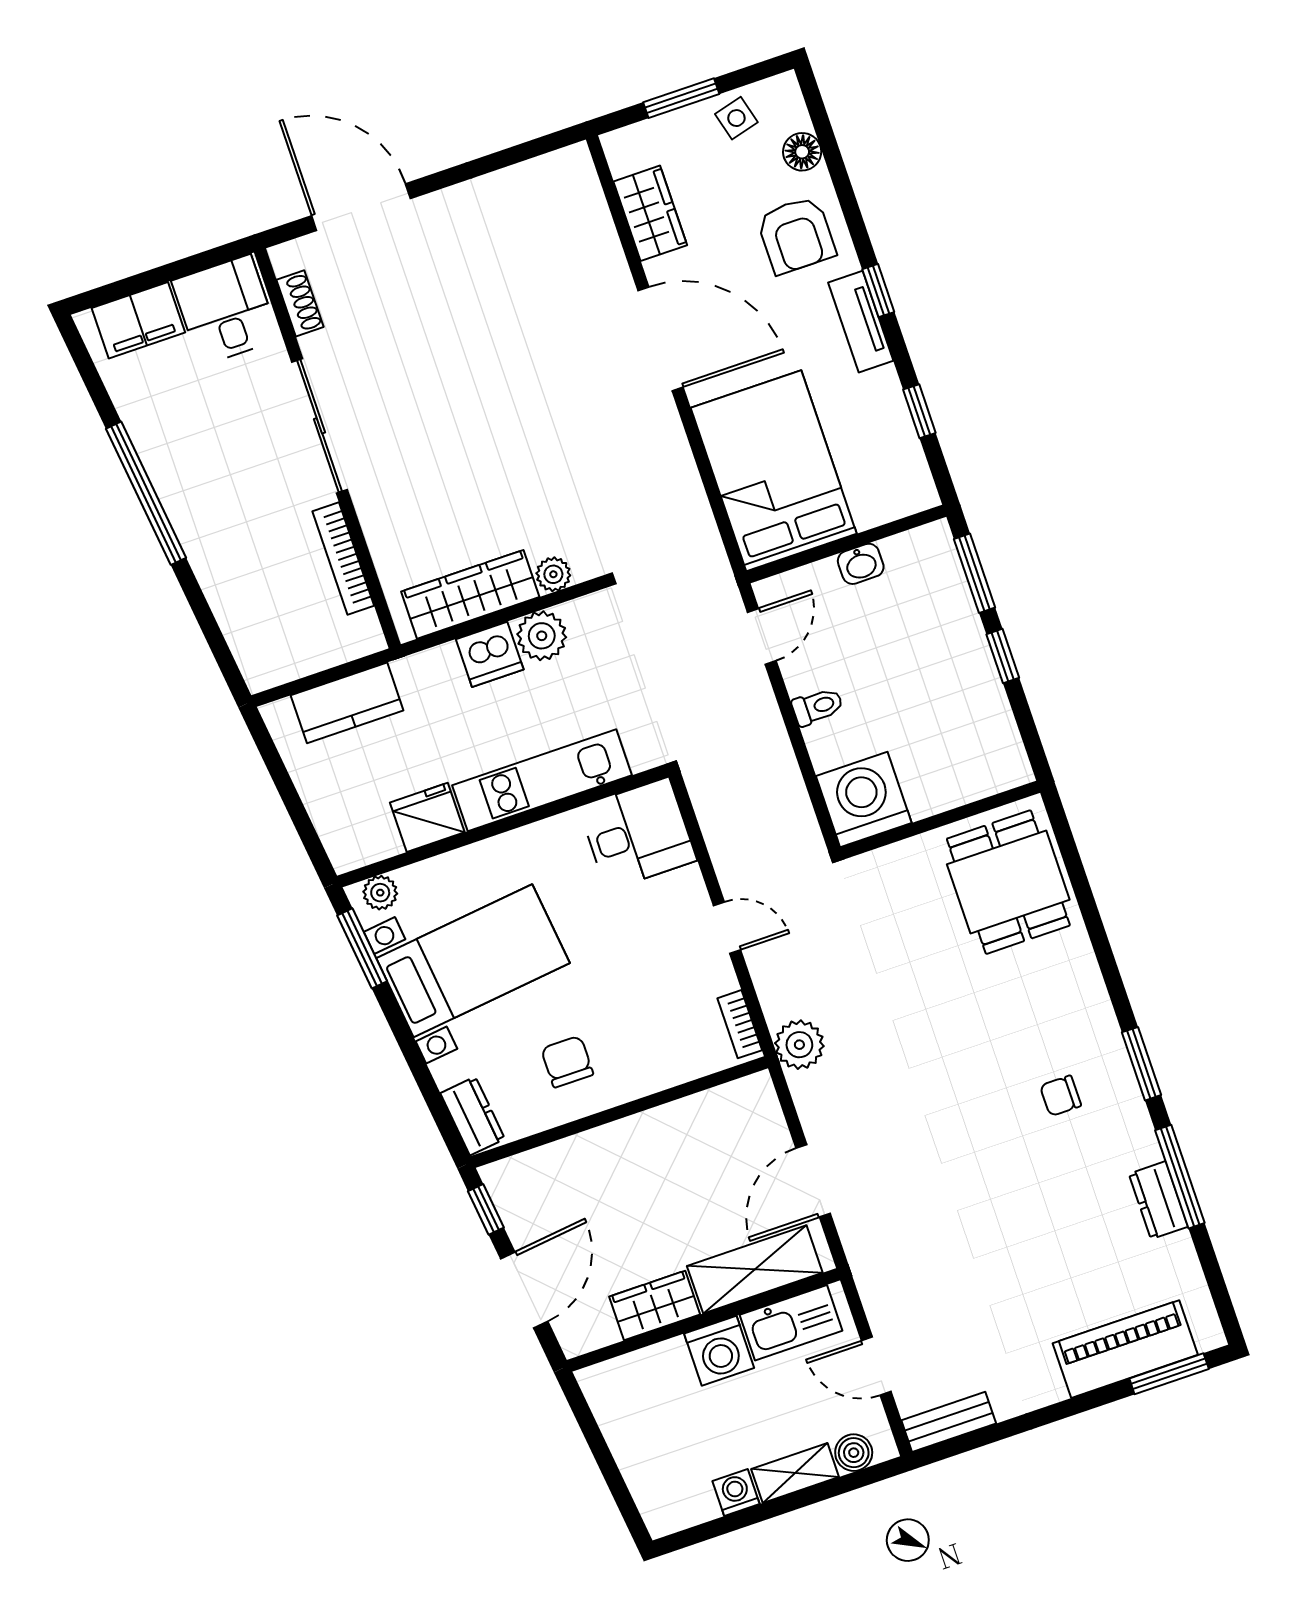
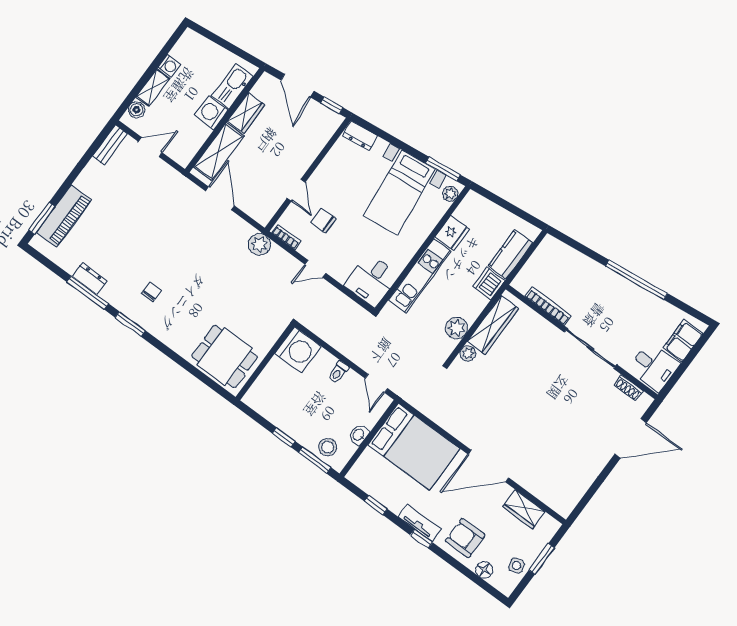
stool: (934, 581) -> (328, 447), added
dishwasher: (490, 654) -> (489, 283), moved
chair: (567, 1062) -> (323, 220), moved, turned 180
door: (661, 1098) -> (296, 190), added
kitchen sink: (791, 1323) -> (233, 86), moved

